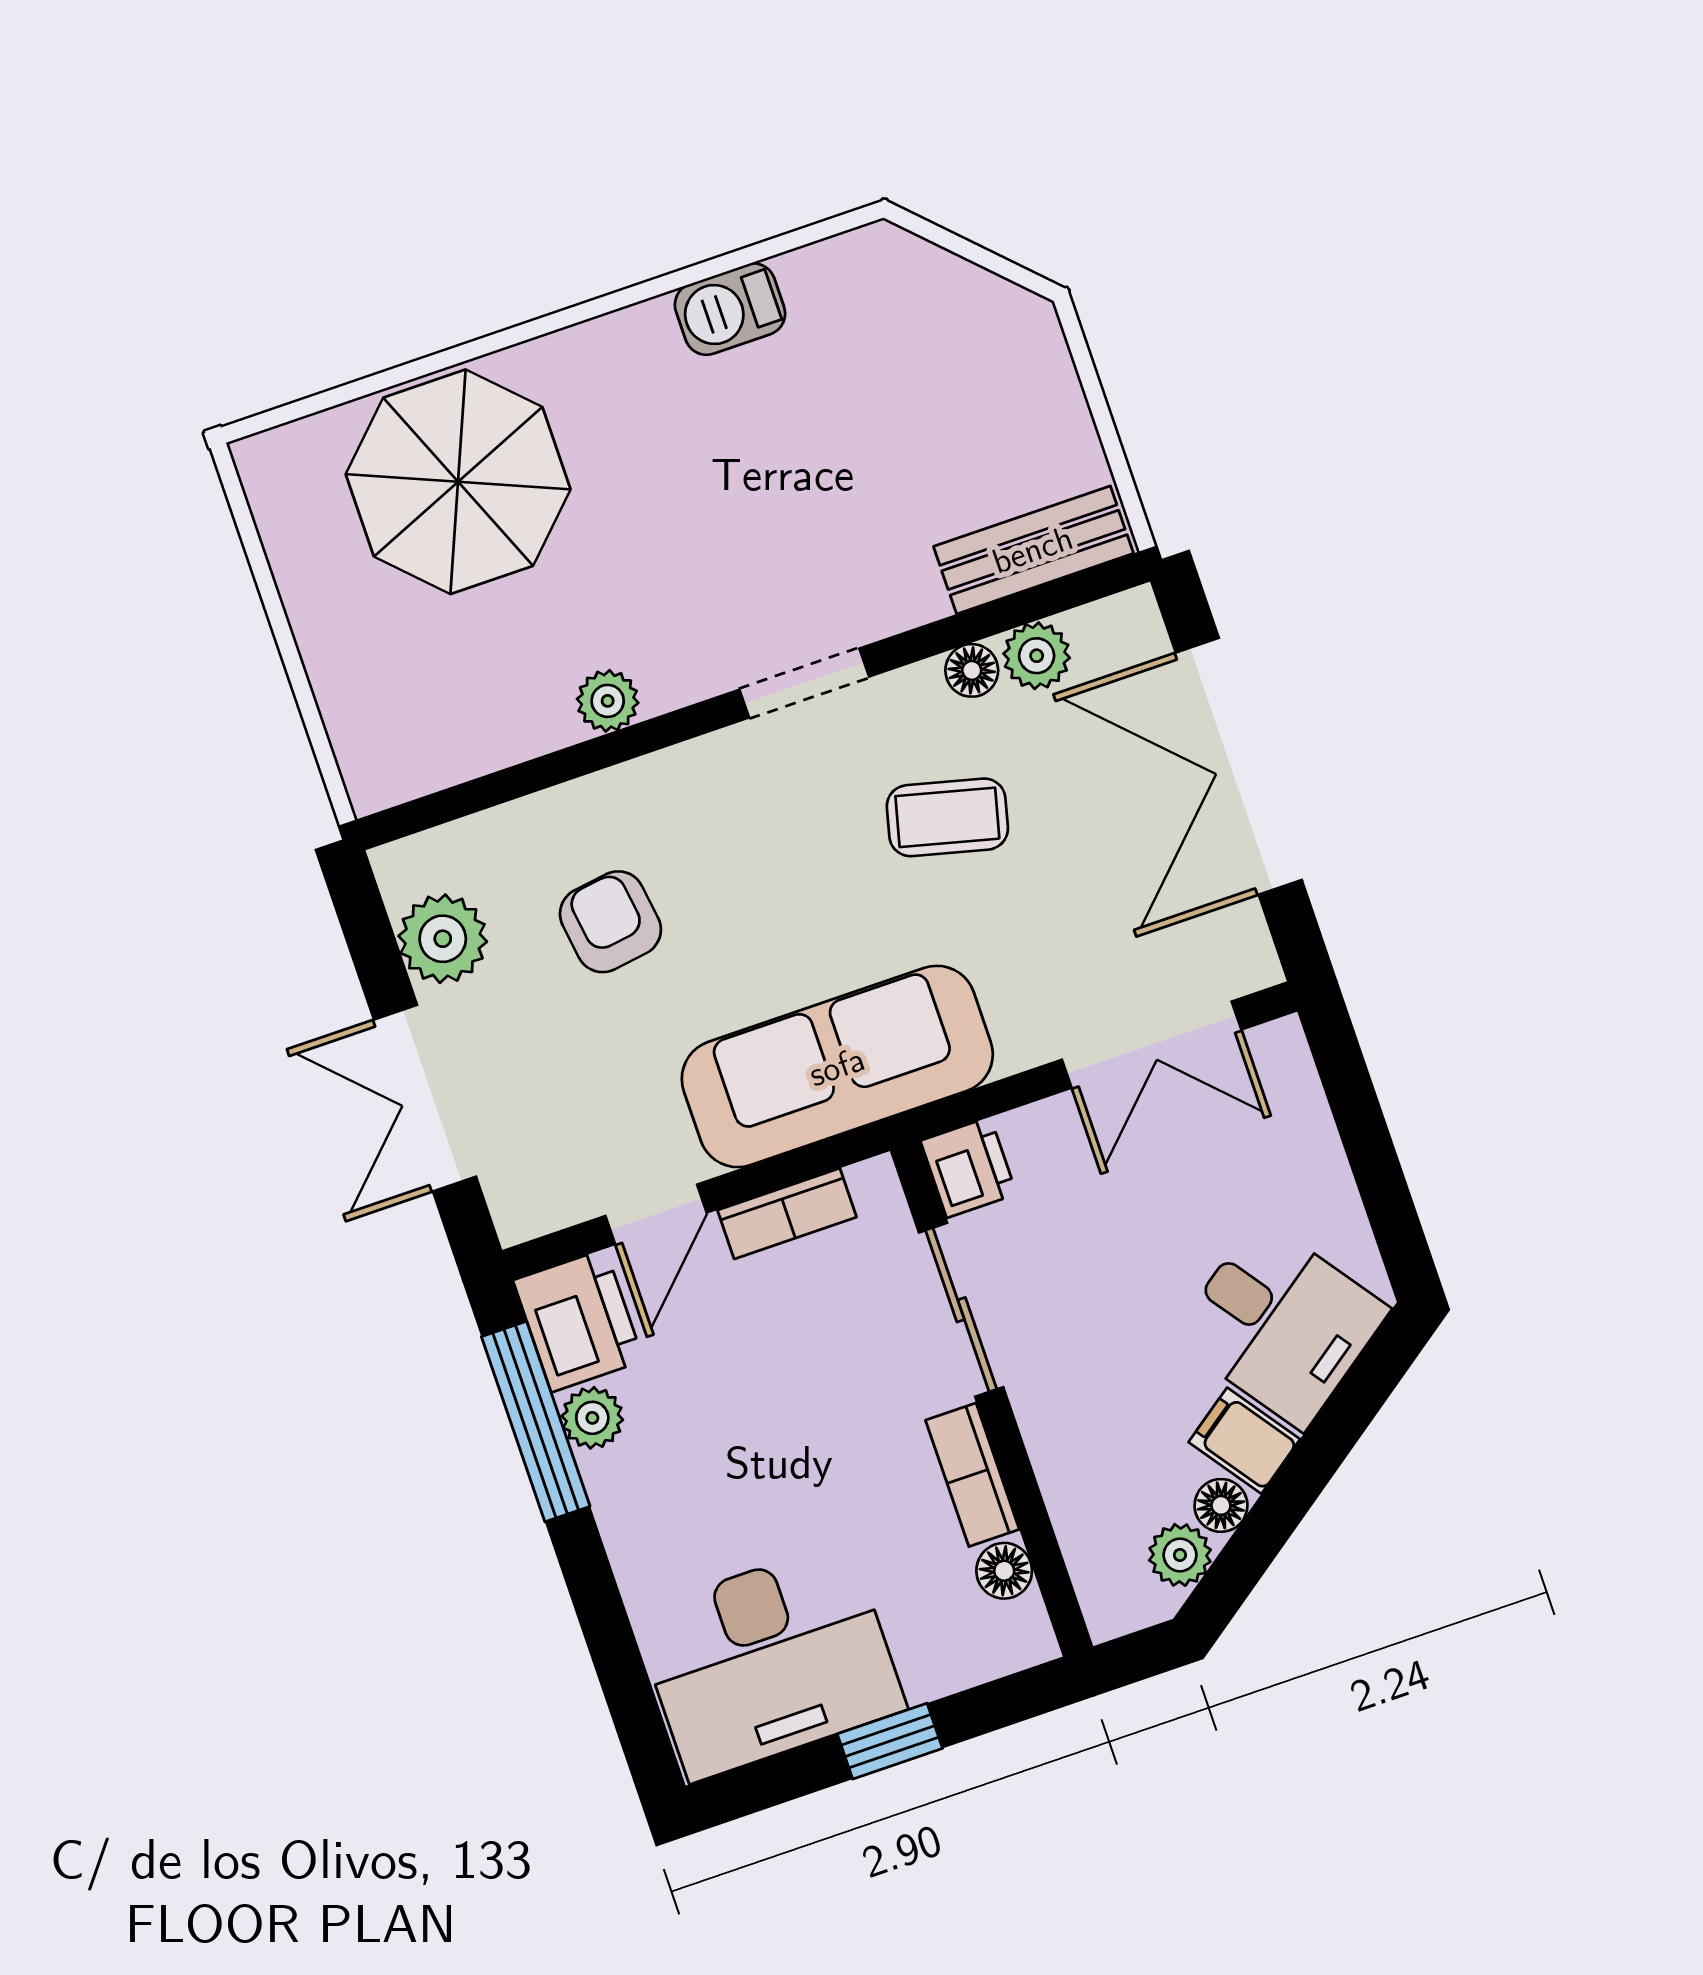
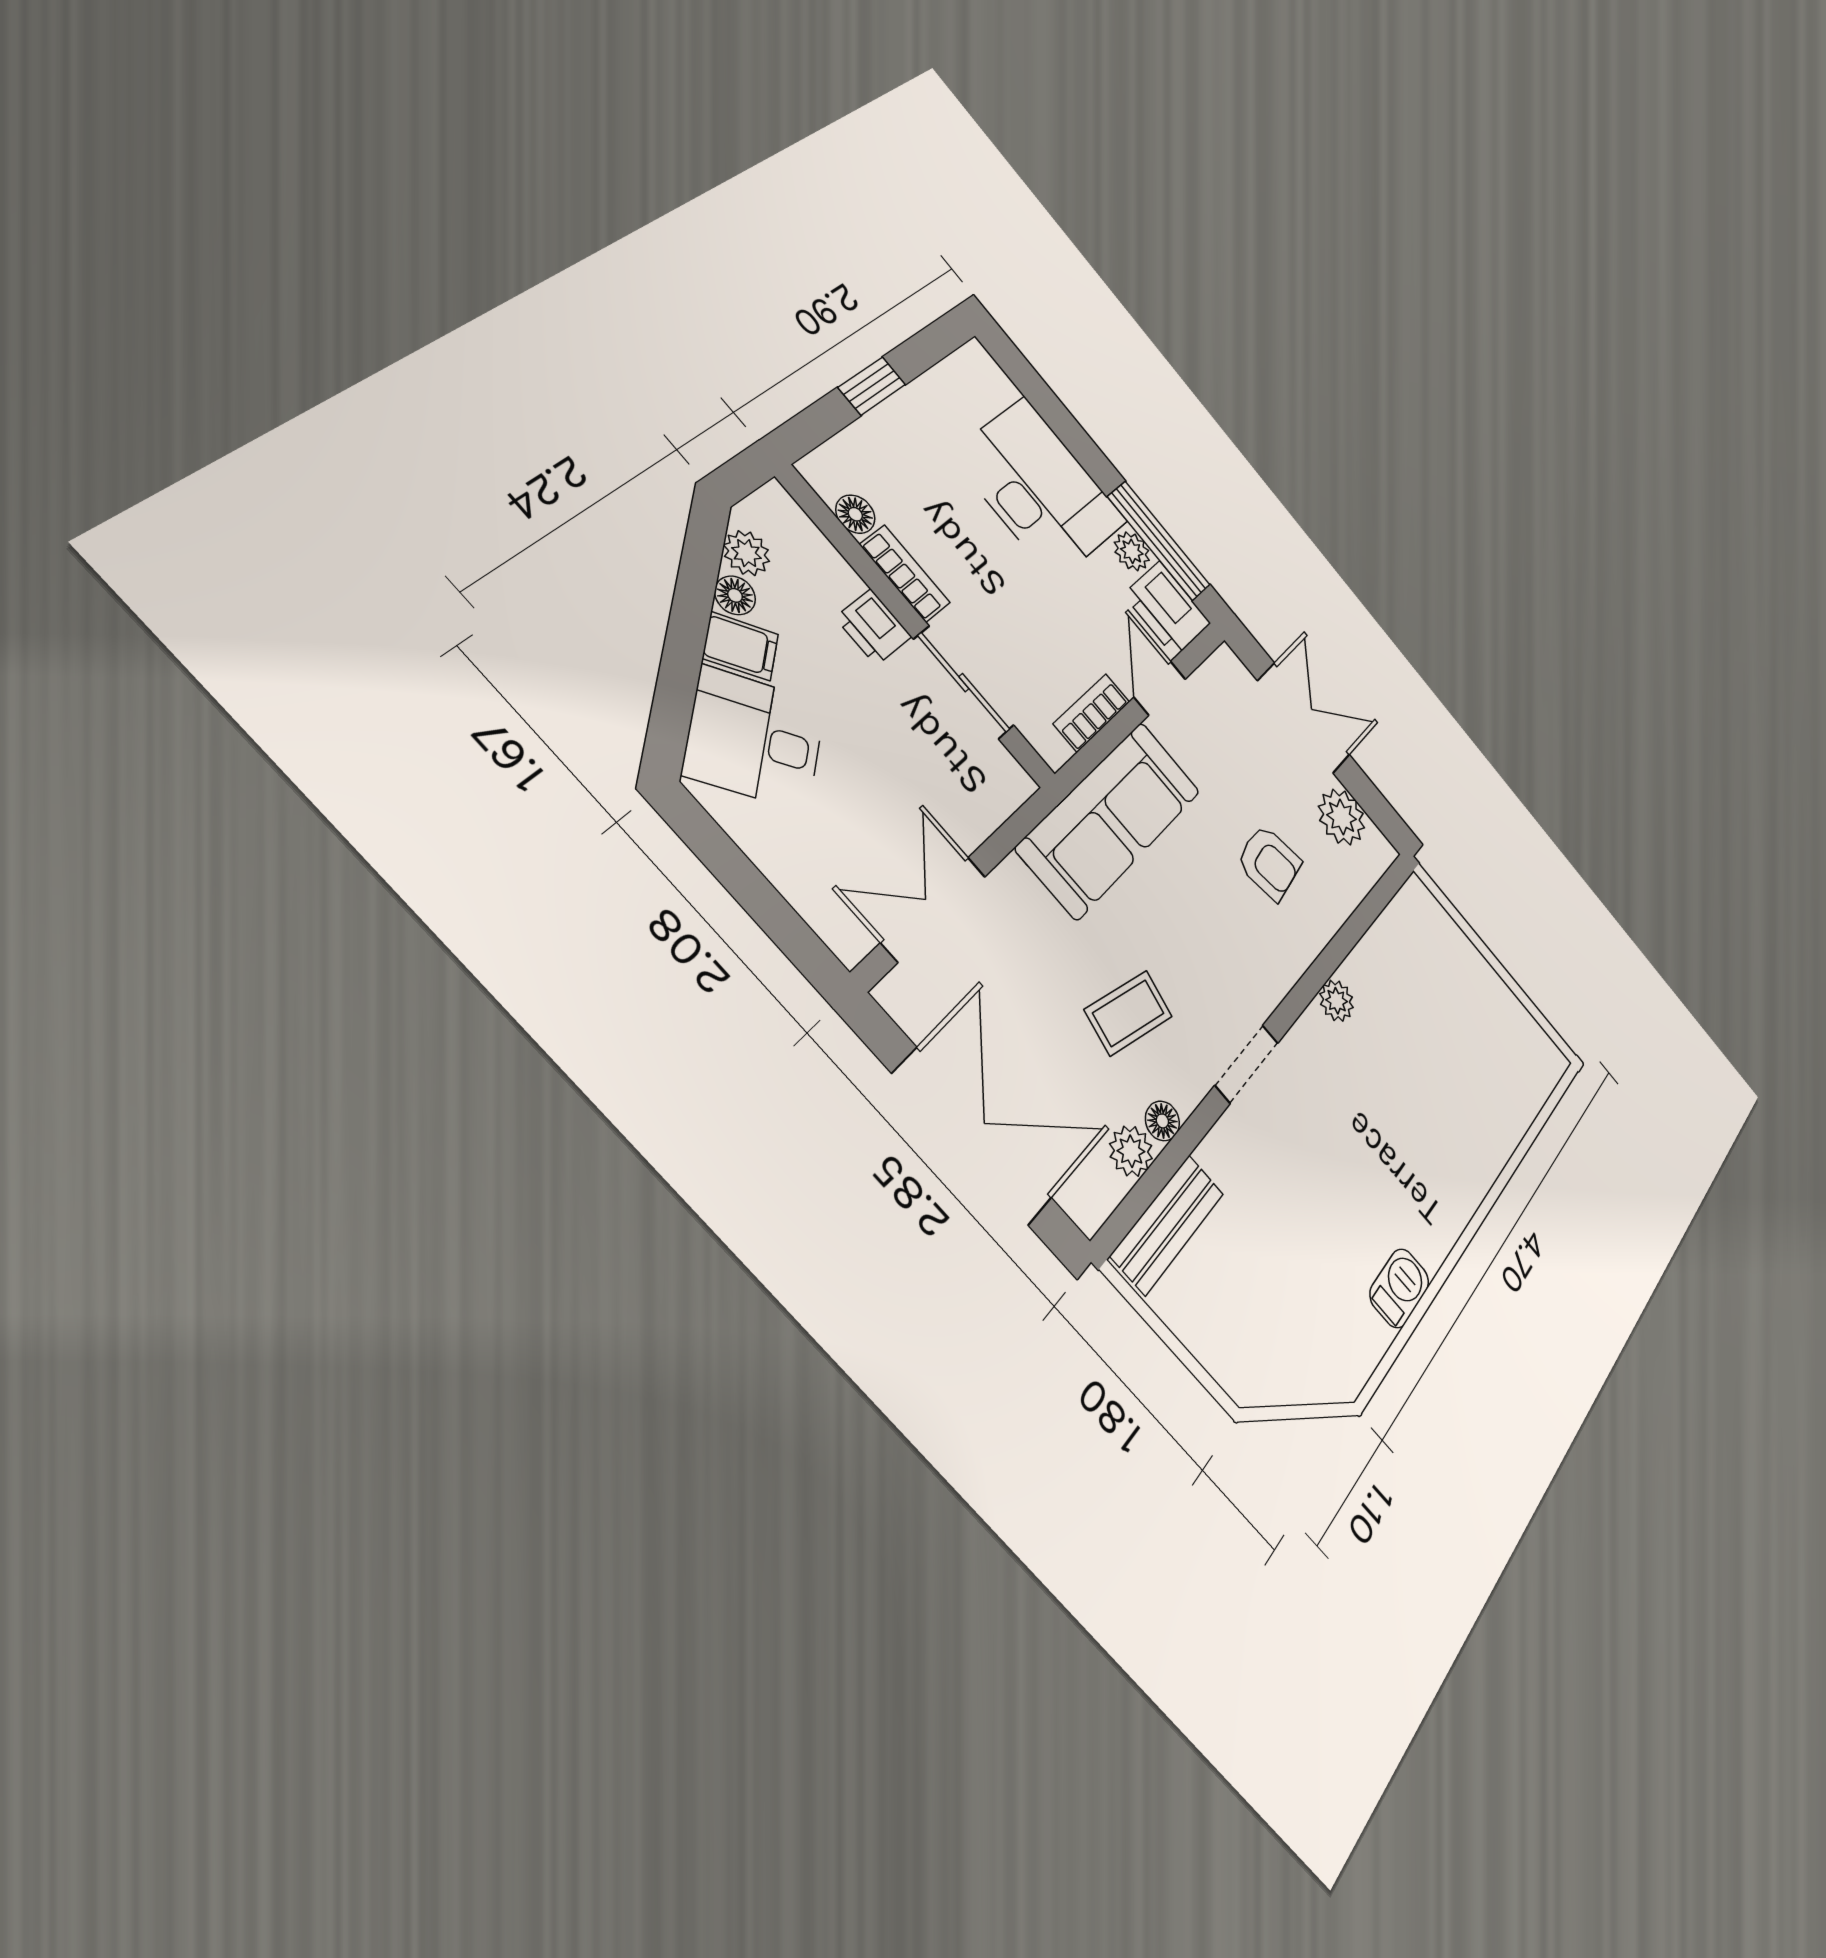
parasol: (458, 482) -> (1468, 1099), removed
printer: (968, 1167) -> (874, 627), moved
desk: (769, 1661) -> (1040, 489), moved, turned 90

